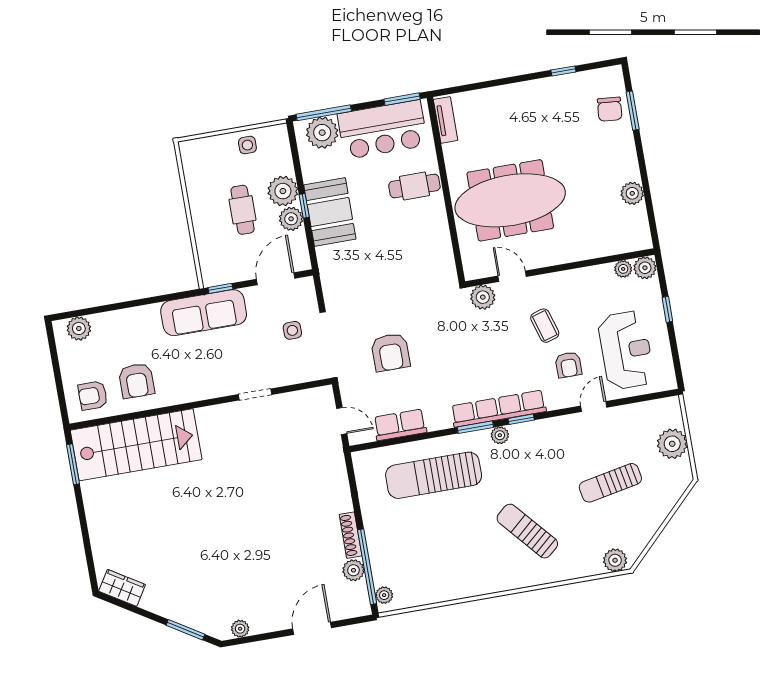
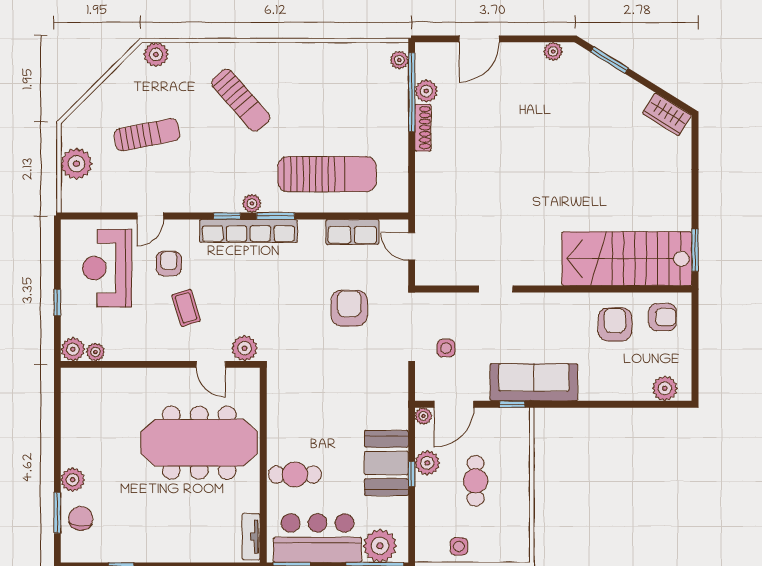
plant: (283, 191) -> (423, 416), moved, width x0.53, depth x0.53
plant: (632, 193) -> (73, 480), moved

